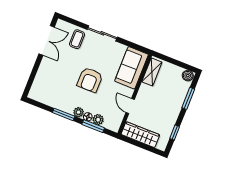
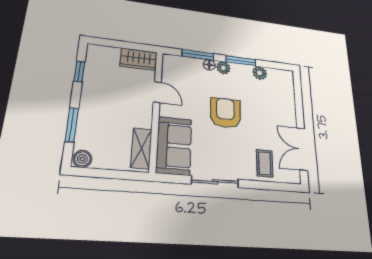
sliding door: (102, 33) -> (215, 182), moved
plant: (98, 120) -> (260, 73), moved
wardrobe: (140, 135) -> (139, 59), width x0.67

